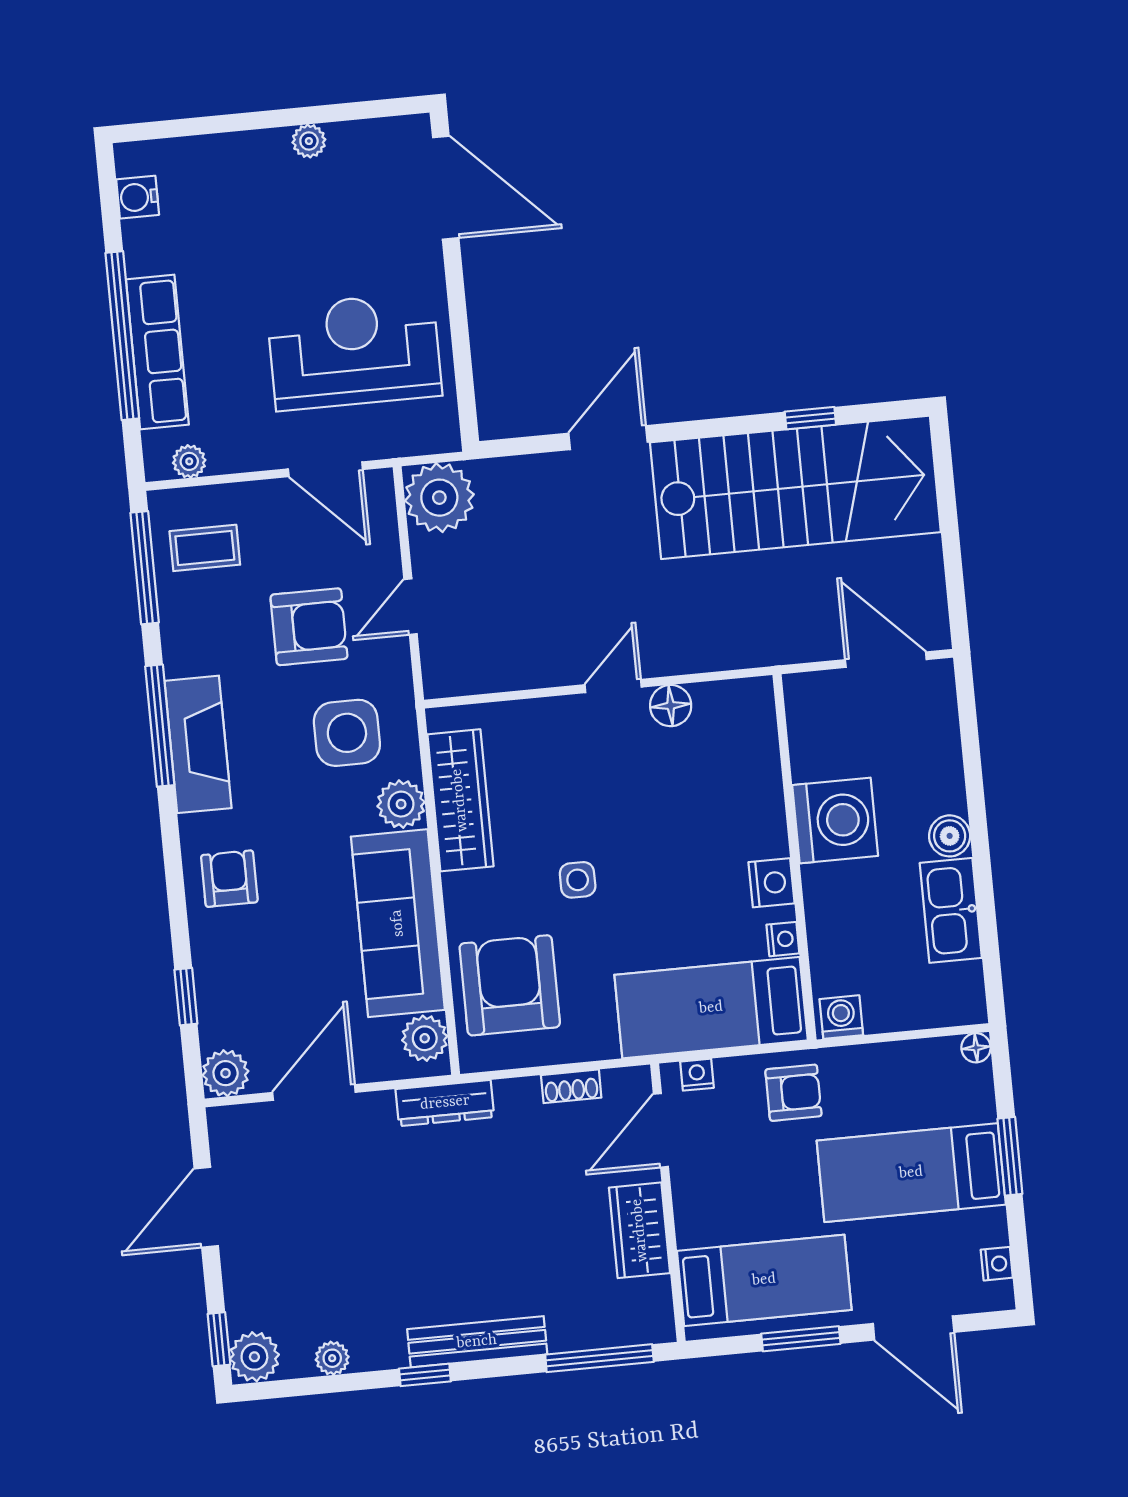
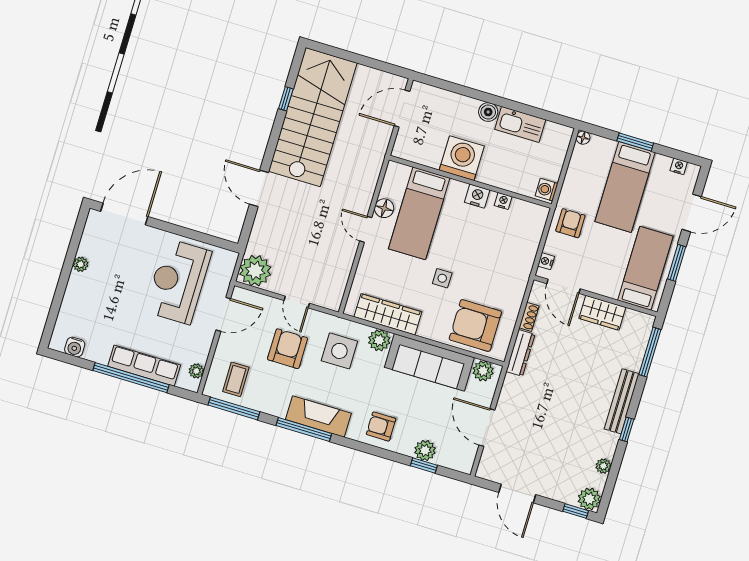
bed: (711, 1008) -> (419, 213), moved
plant: (226, 1073) -> (425, 450), moved
dresser: (445, 1103) -> (520, 353), moved

